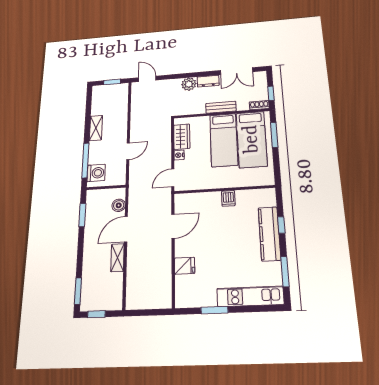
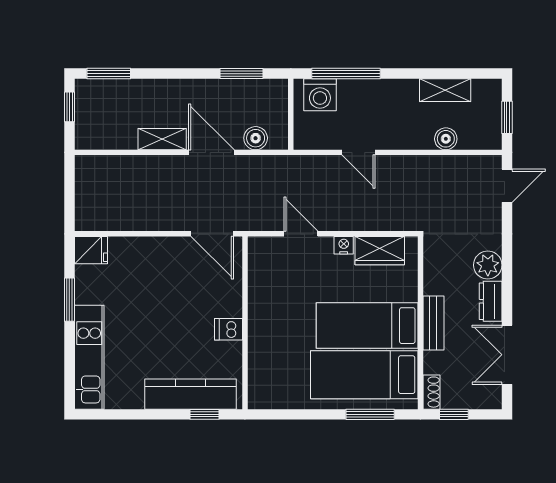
boiler: (122, 109) -> (446, 139), added
shelving: (96, 128) -> (445, 90), moved
wall: (224, 190) -> (245, 323), moved
dishwasher: (228, 198) -> (228, 329), moved
fridge: (185, 266) -> (91, 250), moved, turned -90
window: (285, 272) -> (127, 414), removed

